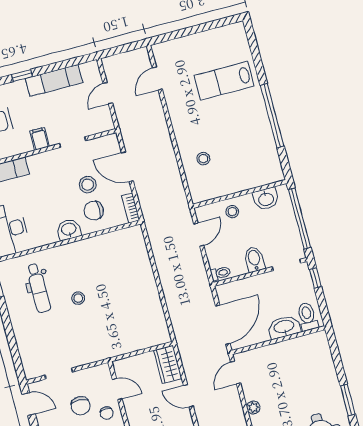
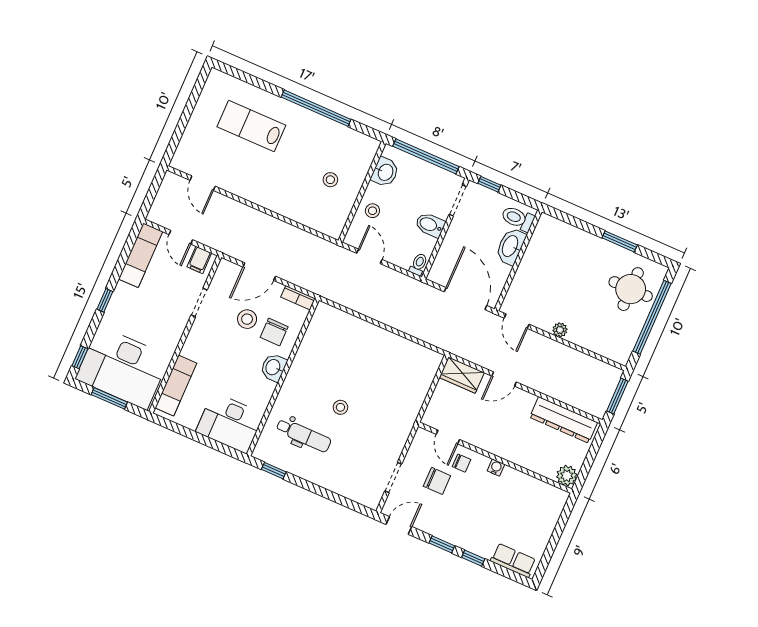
exam couch: (54, 81) -> (141, 255), moved
lab bench: (224, 81) -> (251, 126), turned 90
filing cabinet: (40, 139) -> (199, 260), moved, turned -90
stool: (203, 159) -> (330, 180), moved
door: (117, 389) -> (448, 437), swing flipped

